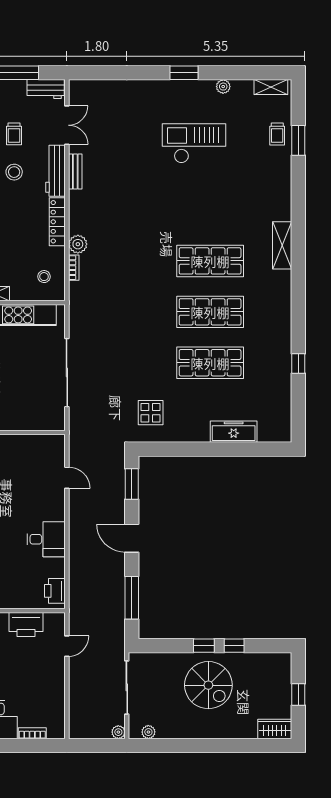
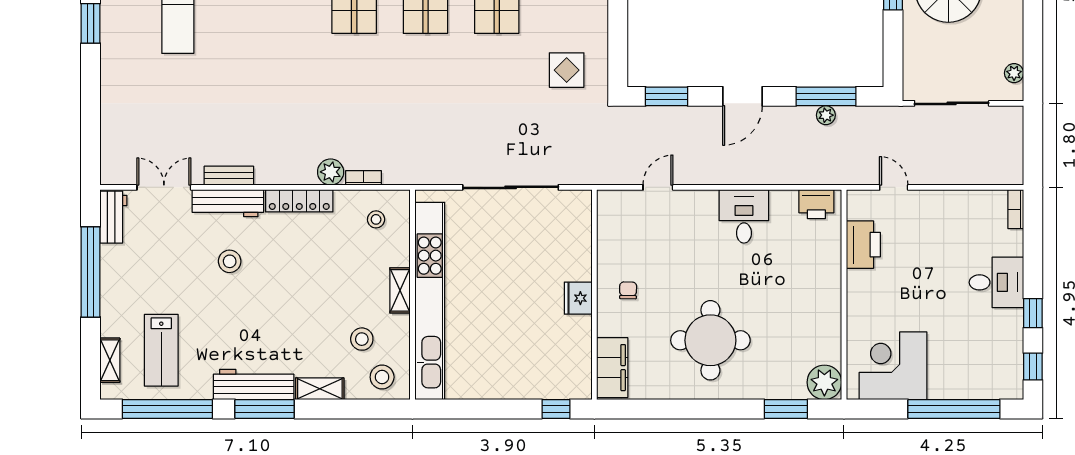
trolley: (14, 134) -> (176, 261), removed
plant: (118, 732) -> (826, 115), moved
bookcase: (32, 733) -> (1016, 209), moved

